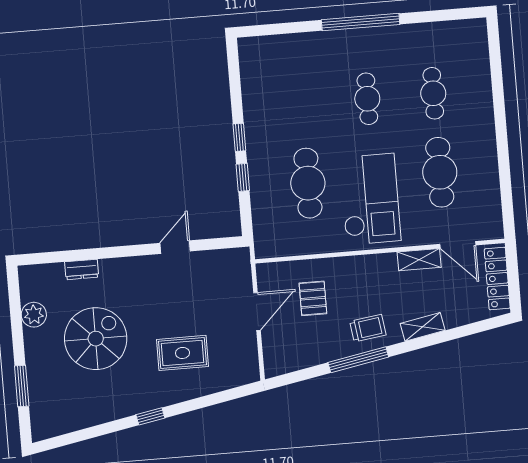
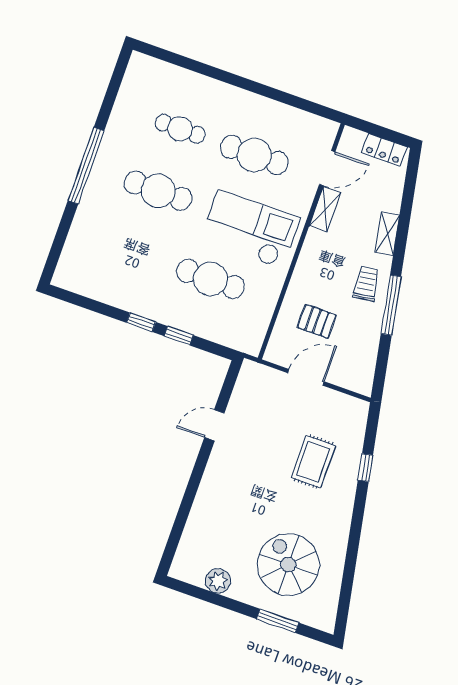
cafe table: (367, 99) -> (158, 191), width x1.37, depth x1.35
door: (175, 247) -> (214, 425), hinge flipped
dresser: (82, 269) -> (197, 519), removed
locker: (497, 279) -> (384, 150), width x0.66
door: (257, 311) -> (306, 377), hinge flipped
spiral stairs: (96, 339) -> (288, 565), moved
window: (150, 416) -> (365, 468), moved

